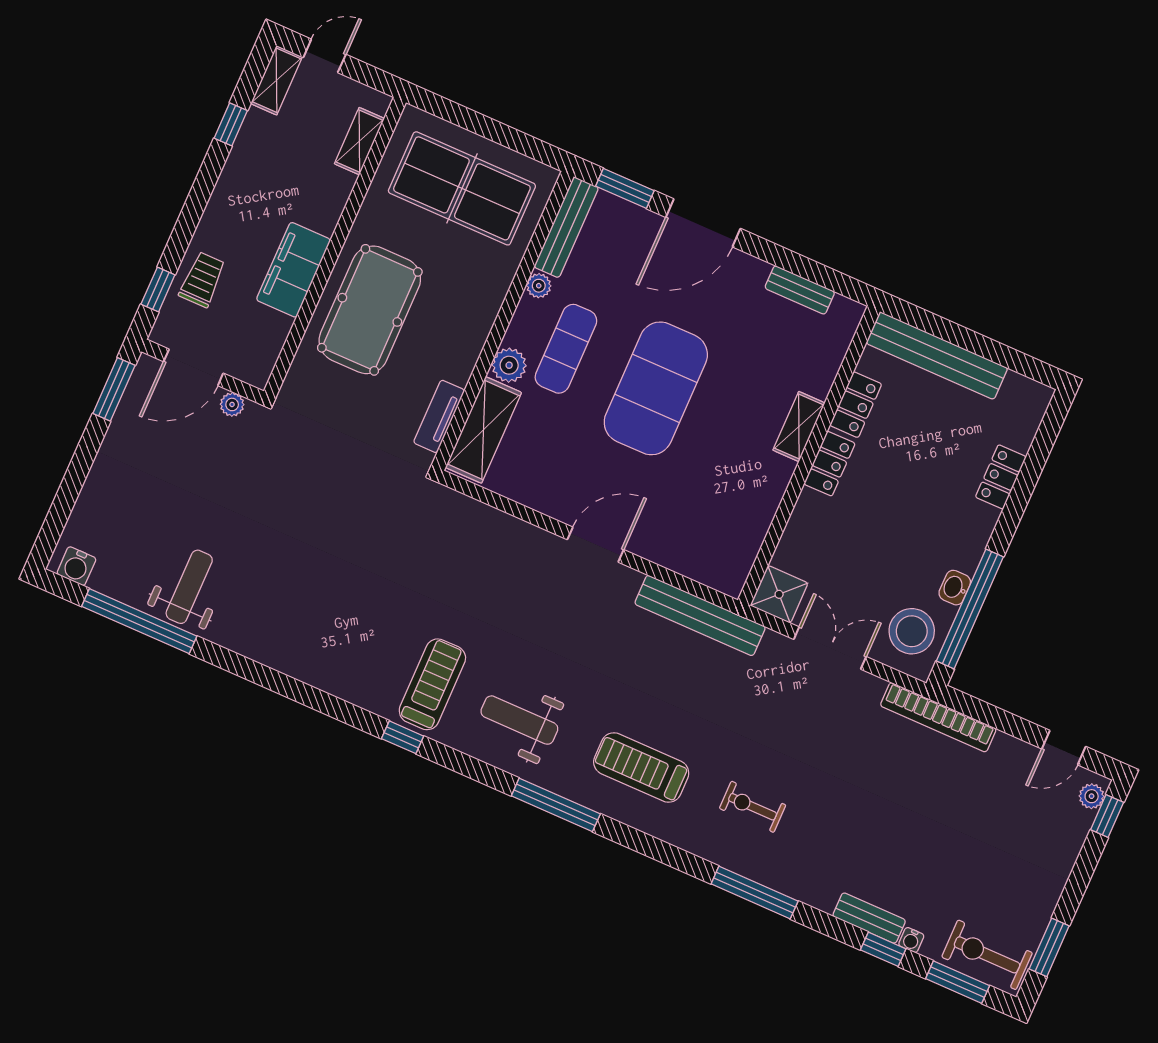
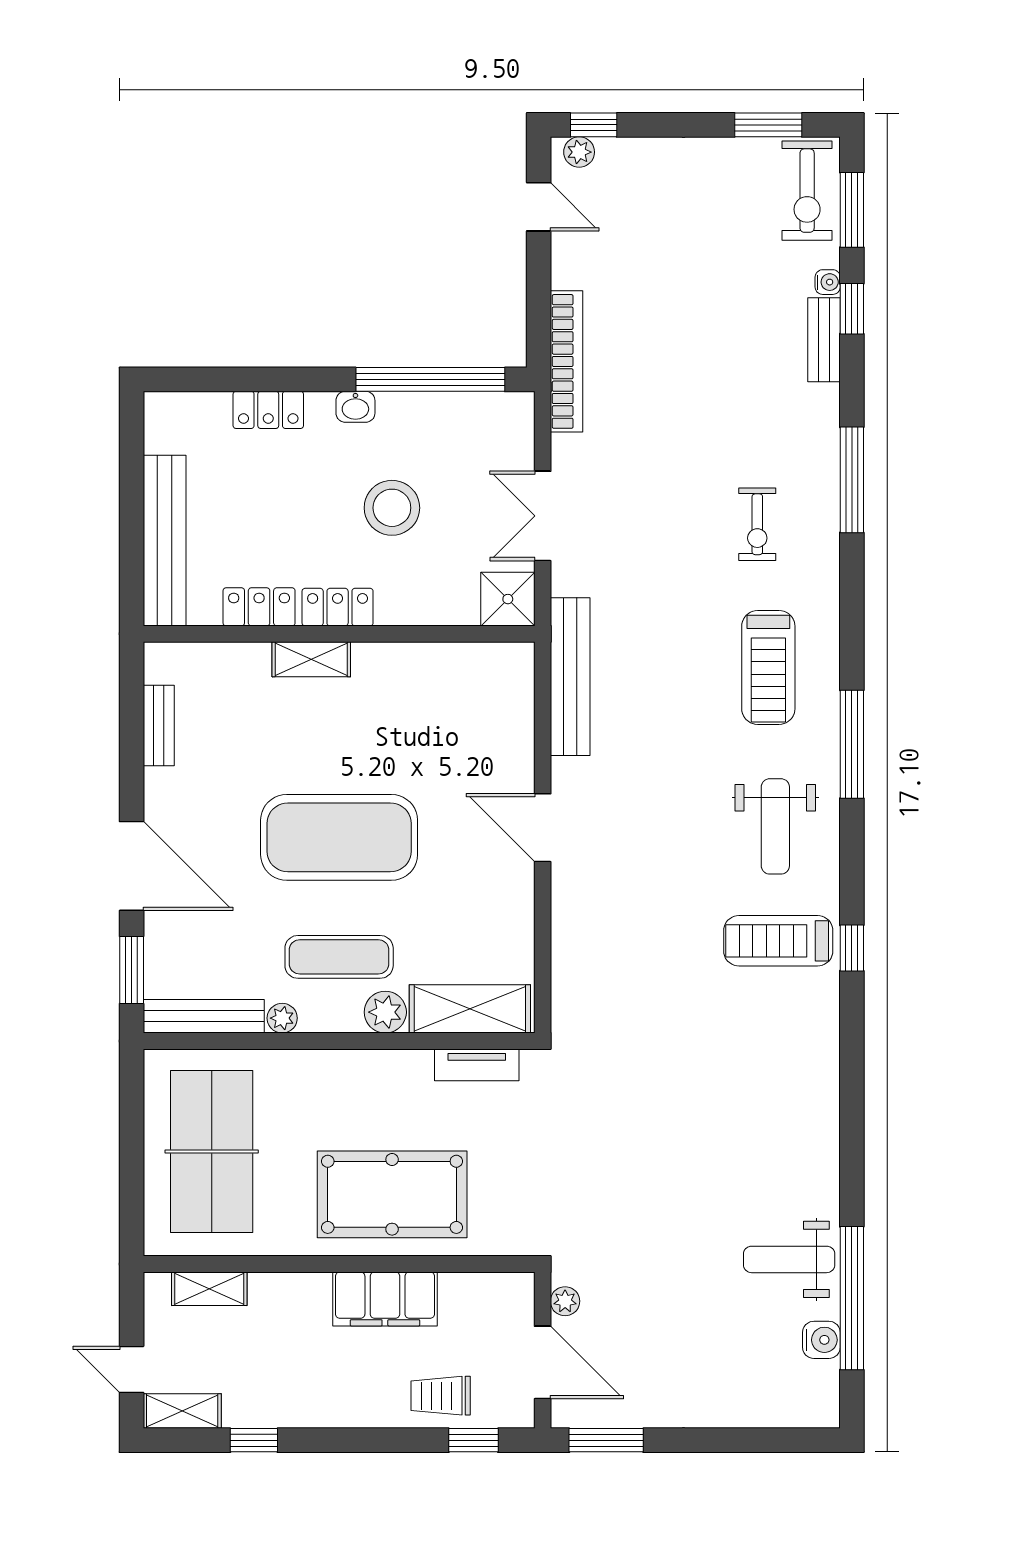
water cooler: (76, 566) -> (821, 1340), moved
washbasin: (955, 588) -> (355, 407), moved
stool: (912, 631) -> (392, 508), moved

